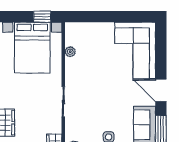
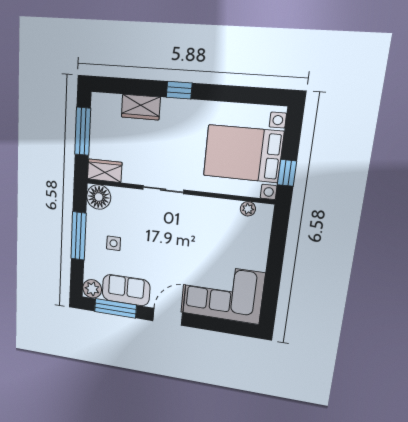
plant: (70, 52) -> (248, 209), moved

